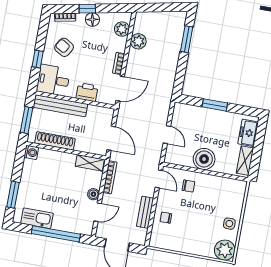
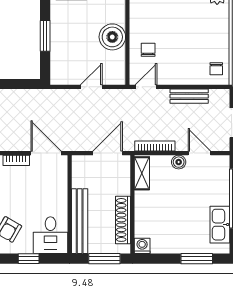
printer: (87, 92) -> (58, 192), removed
chair: (166, 218) -> (216, 69), moved

